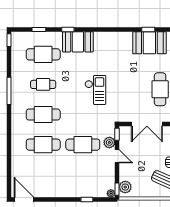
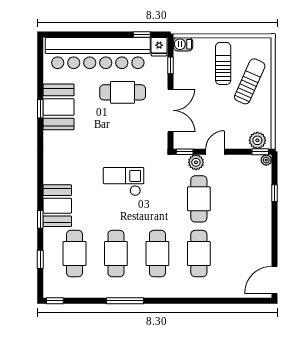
cafe table: (43, 84) -> (116, 254), width x1.37, depth x1.35

